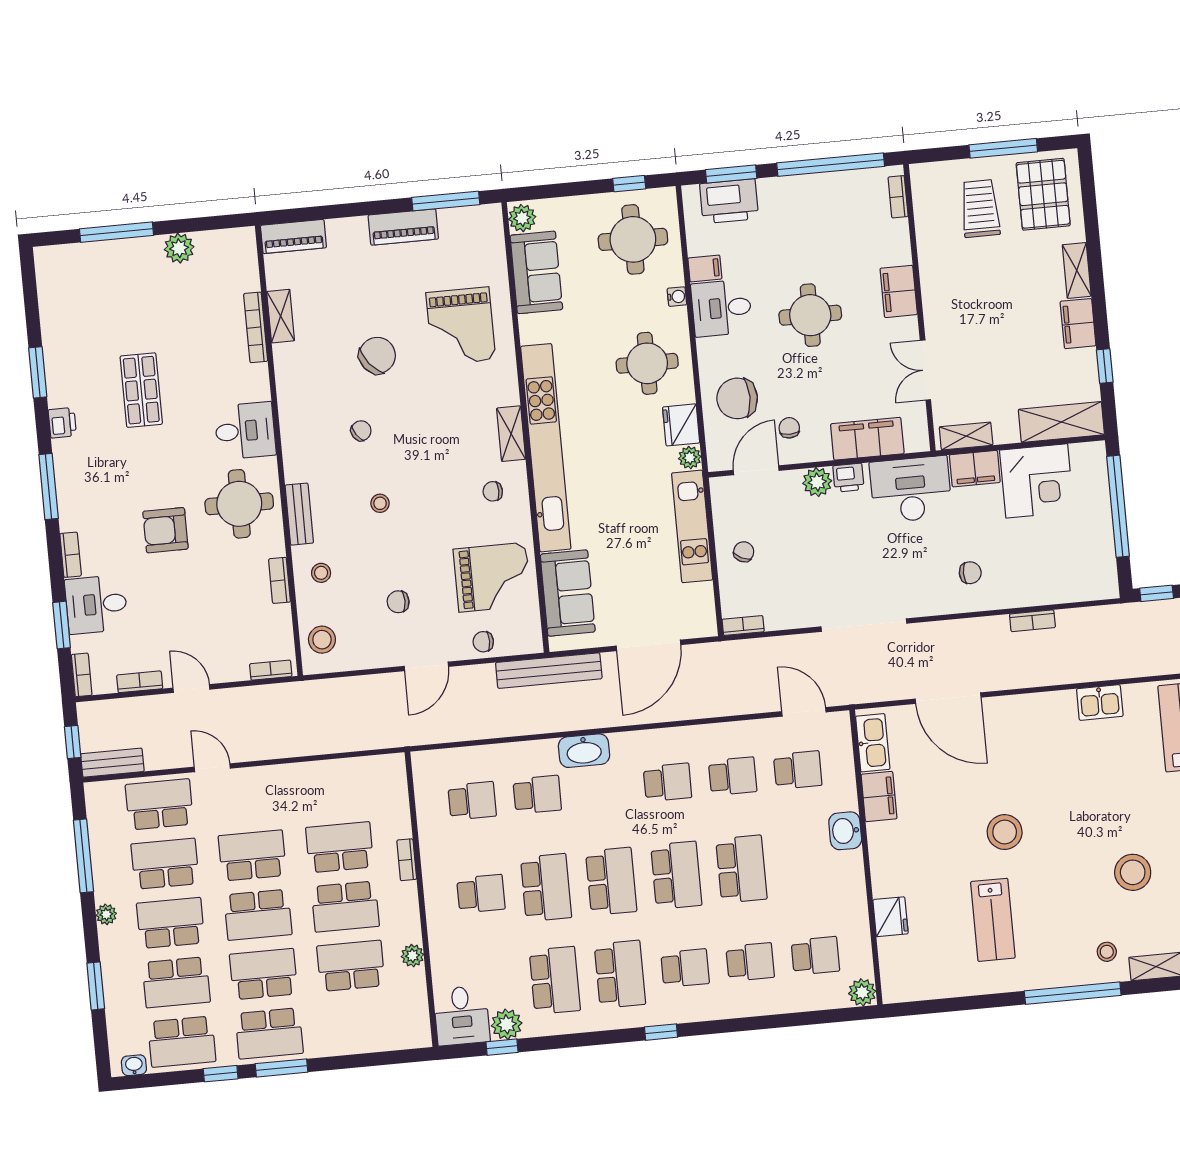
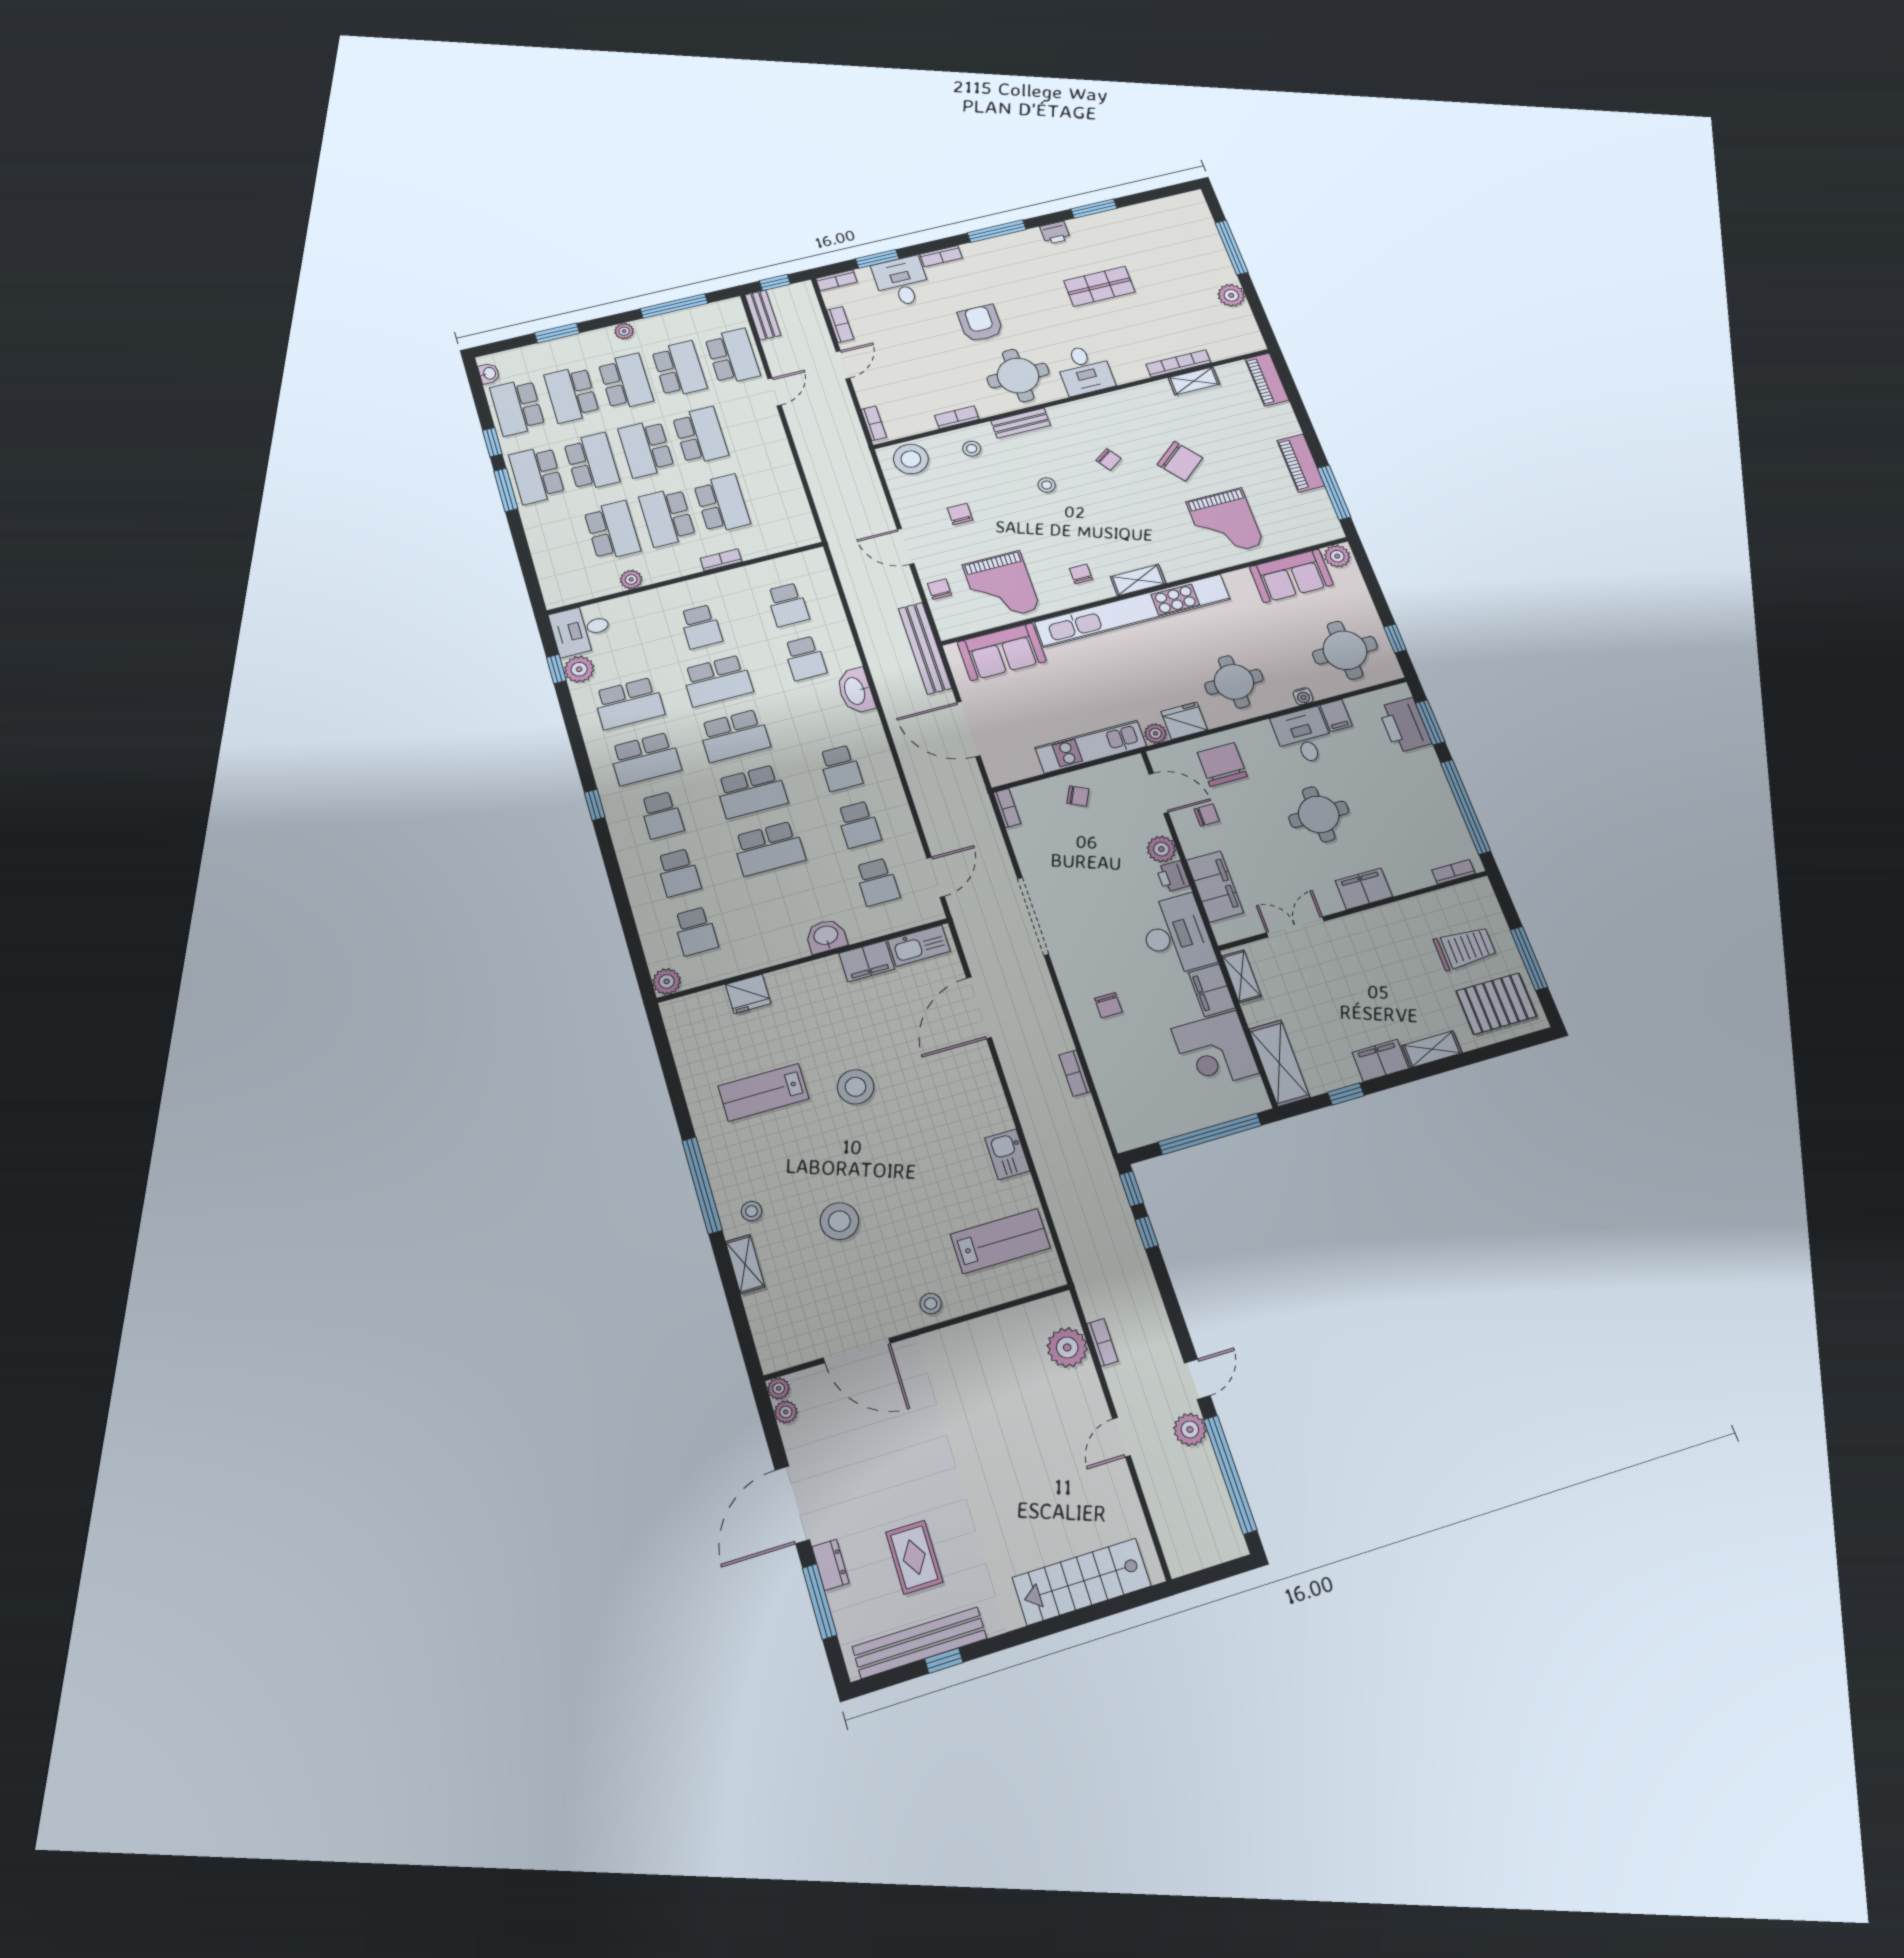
grand piano: (461, 326) -> (1225, 523), turned -90
stool: (322, 640) -> (911, 459), width x1.38, depth x1.38

